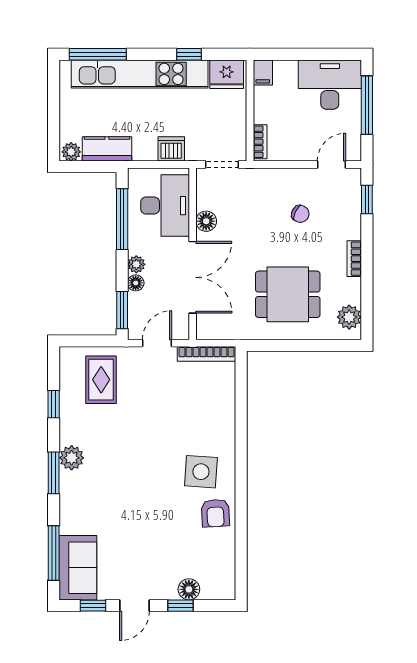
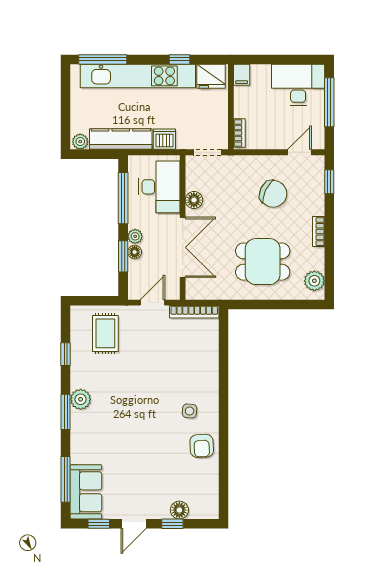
kitchen counter: (107, 149) -> (121, 139), width x1.50
chair: (300, 214) -> (273, 194), width x1.87, depth x1.87
window: (122, 310) -> (123, 256), moved
side table: (201, 472) -> (190, 411), width x0.54, depth x0.54

